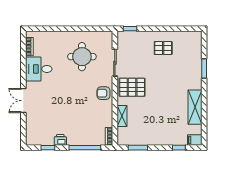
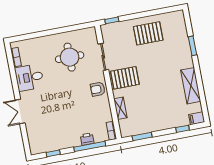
pallet: (163, 48) -> (148, 33), width x1.50, depth x1.42
printer: (60, 140) -> (87, 139), moved

